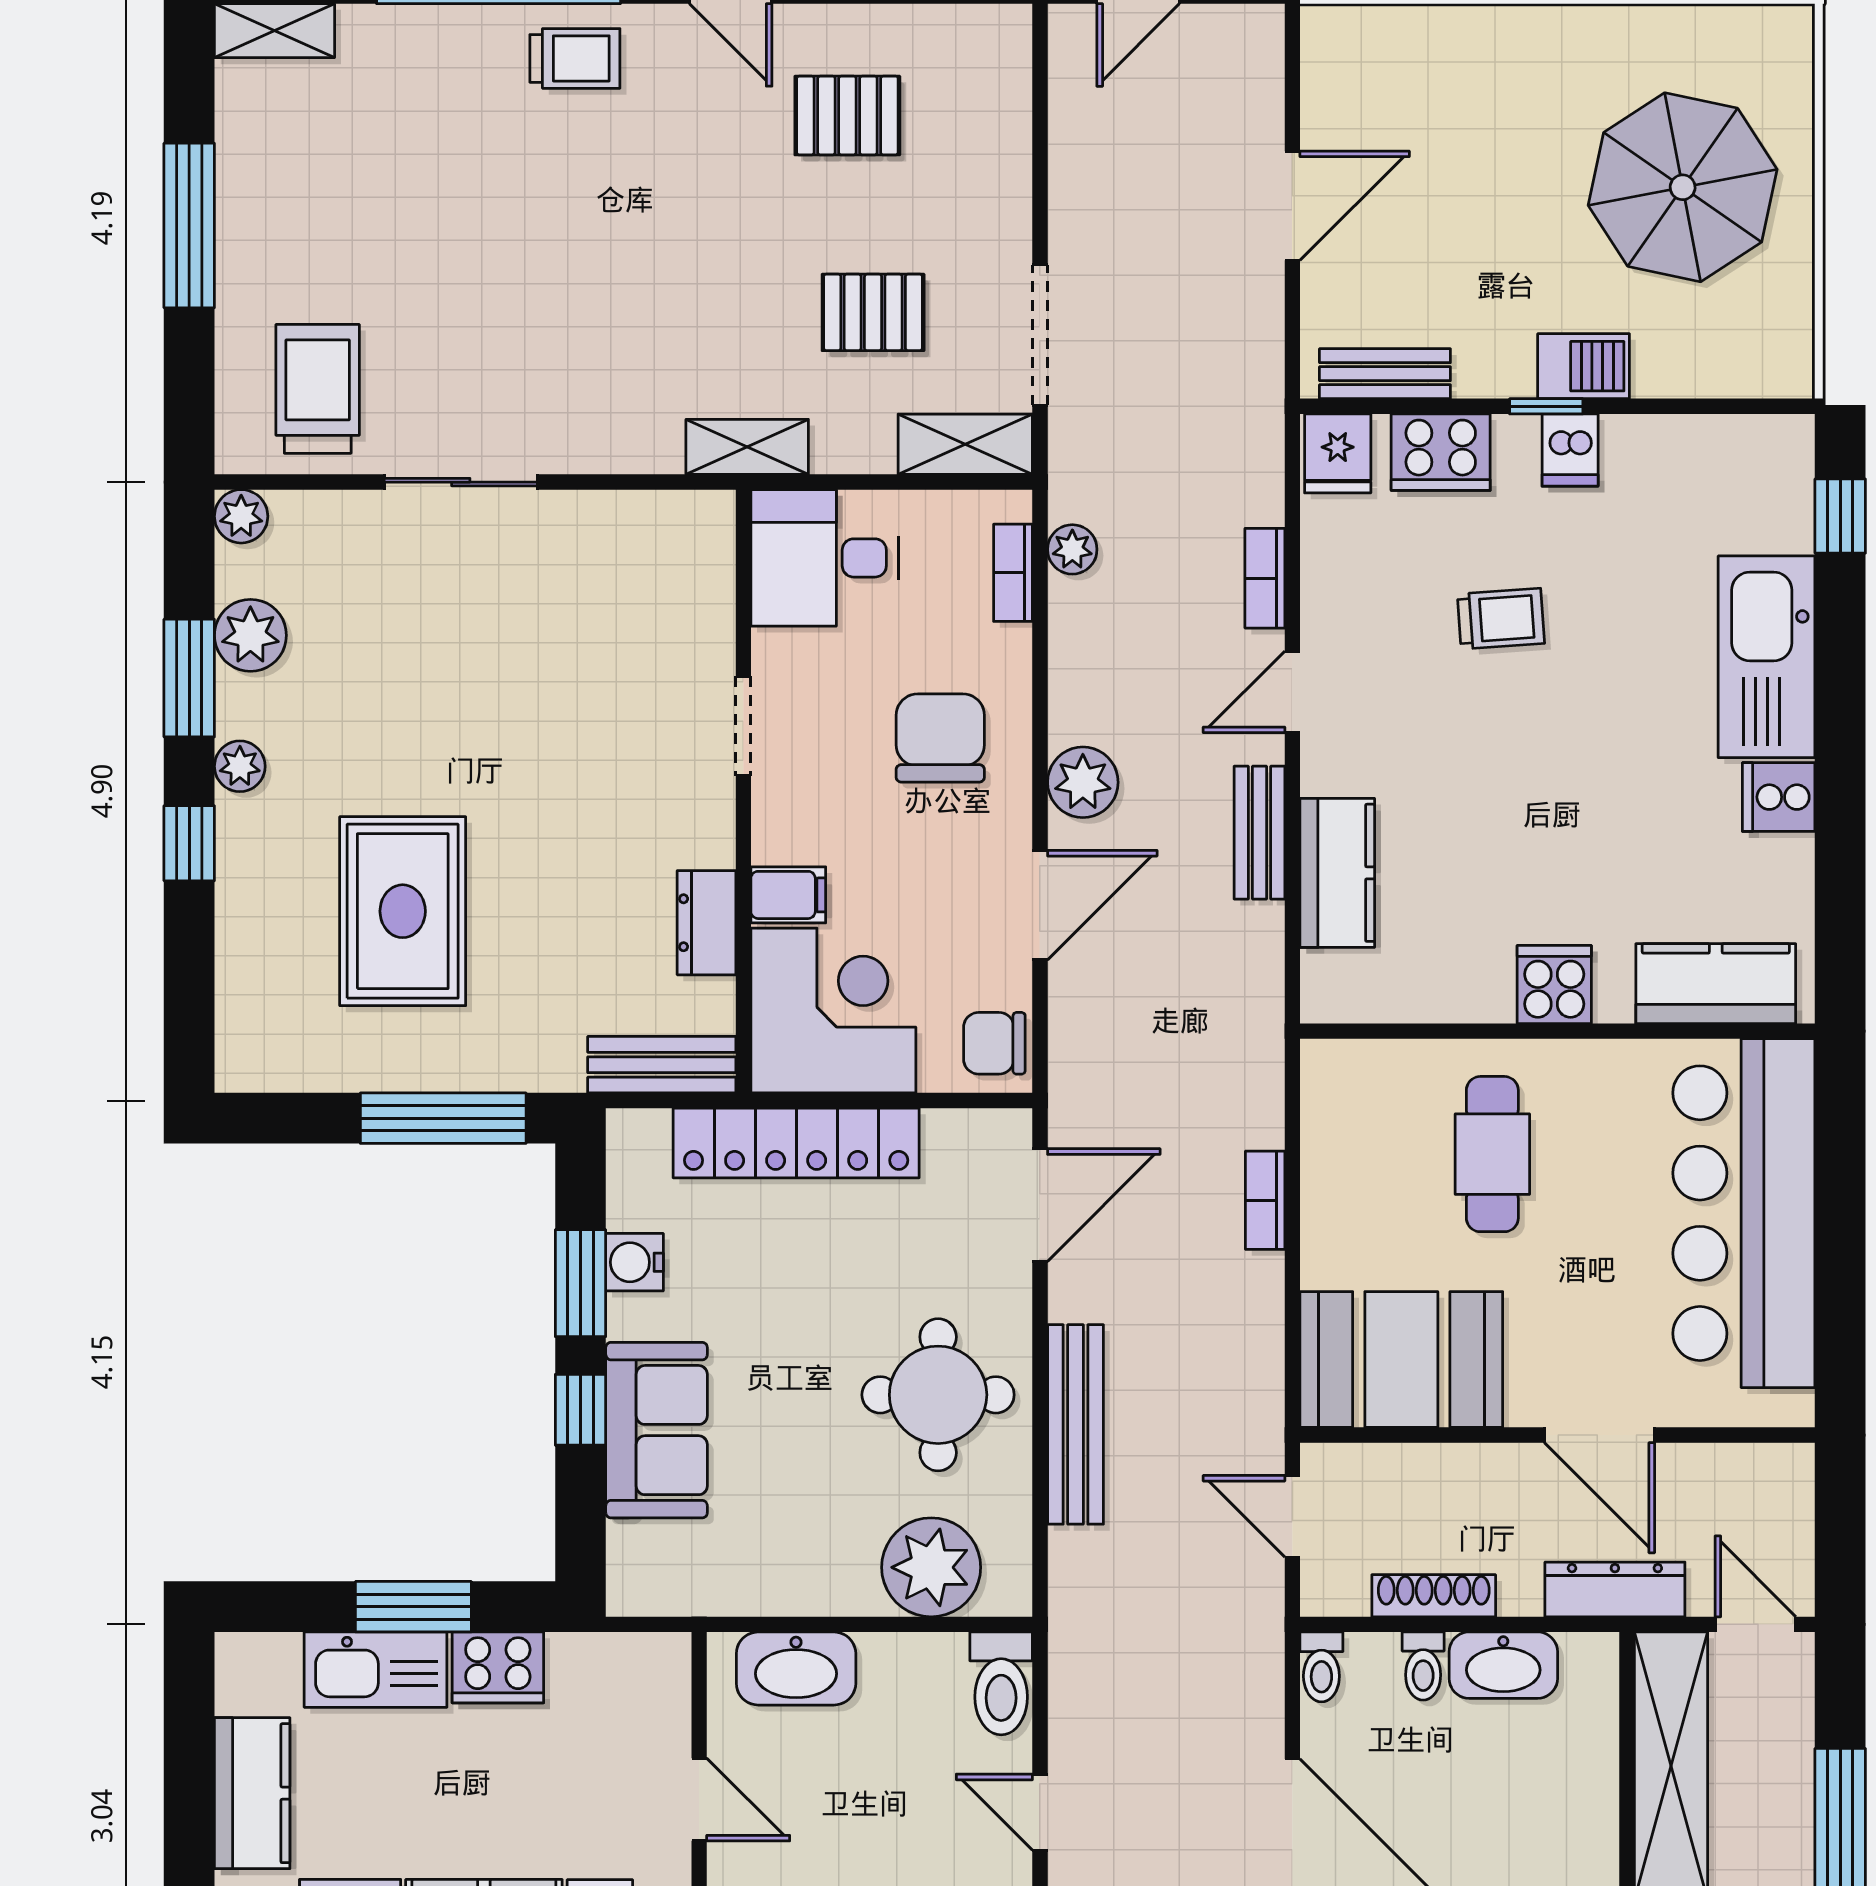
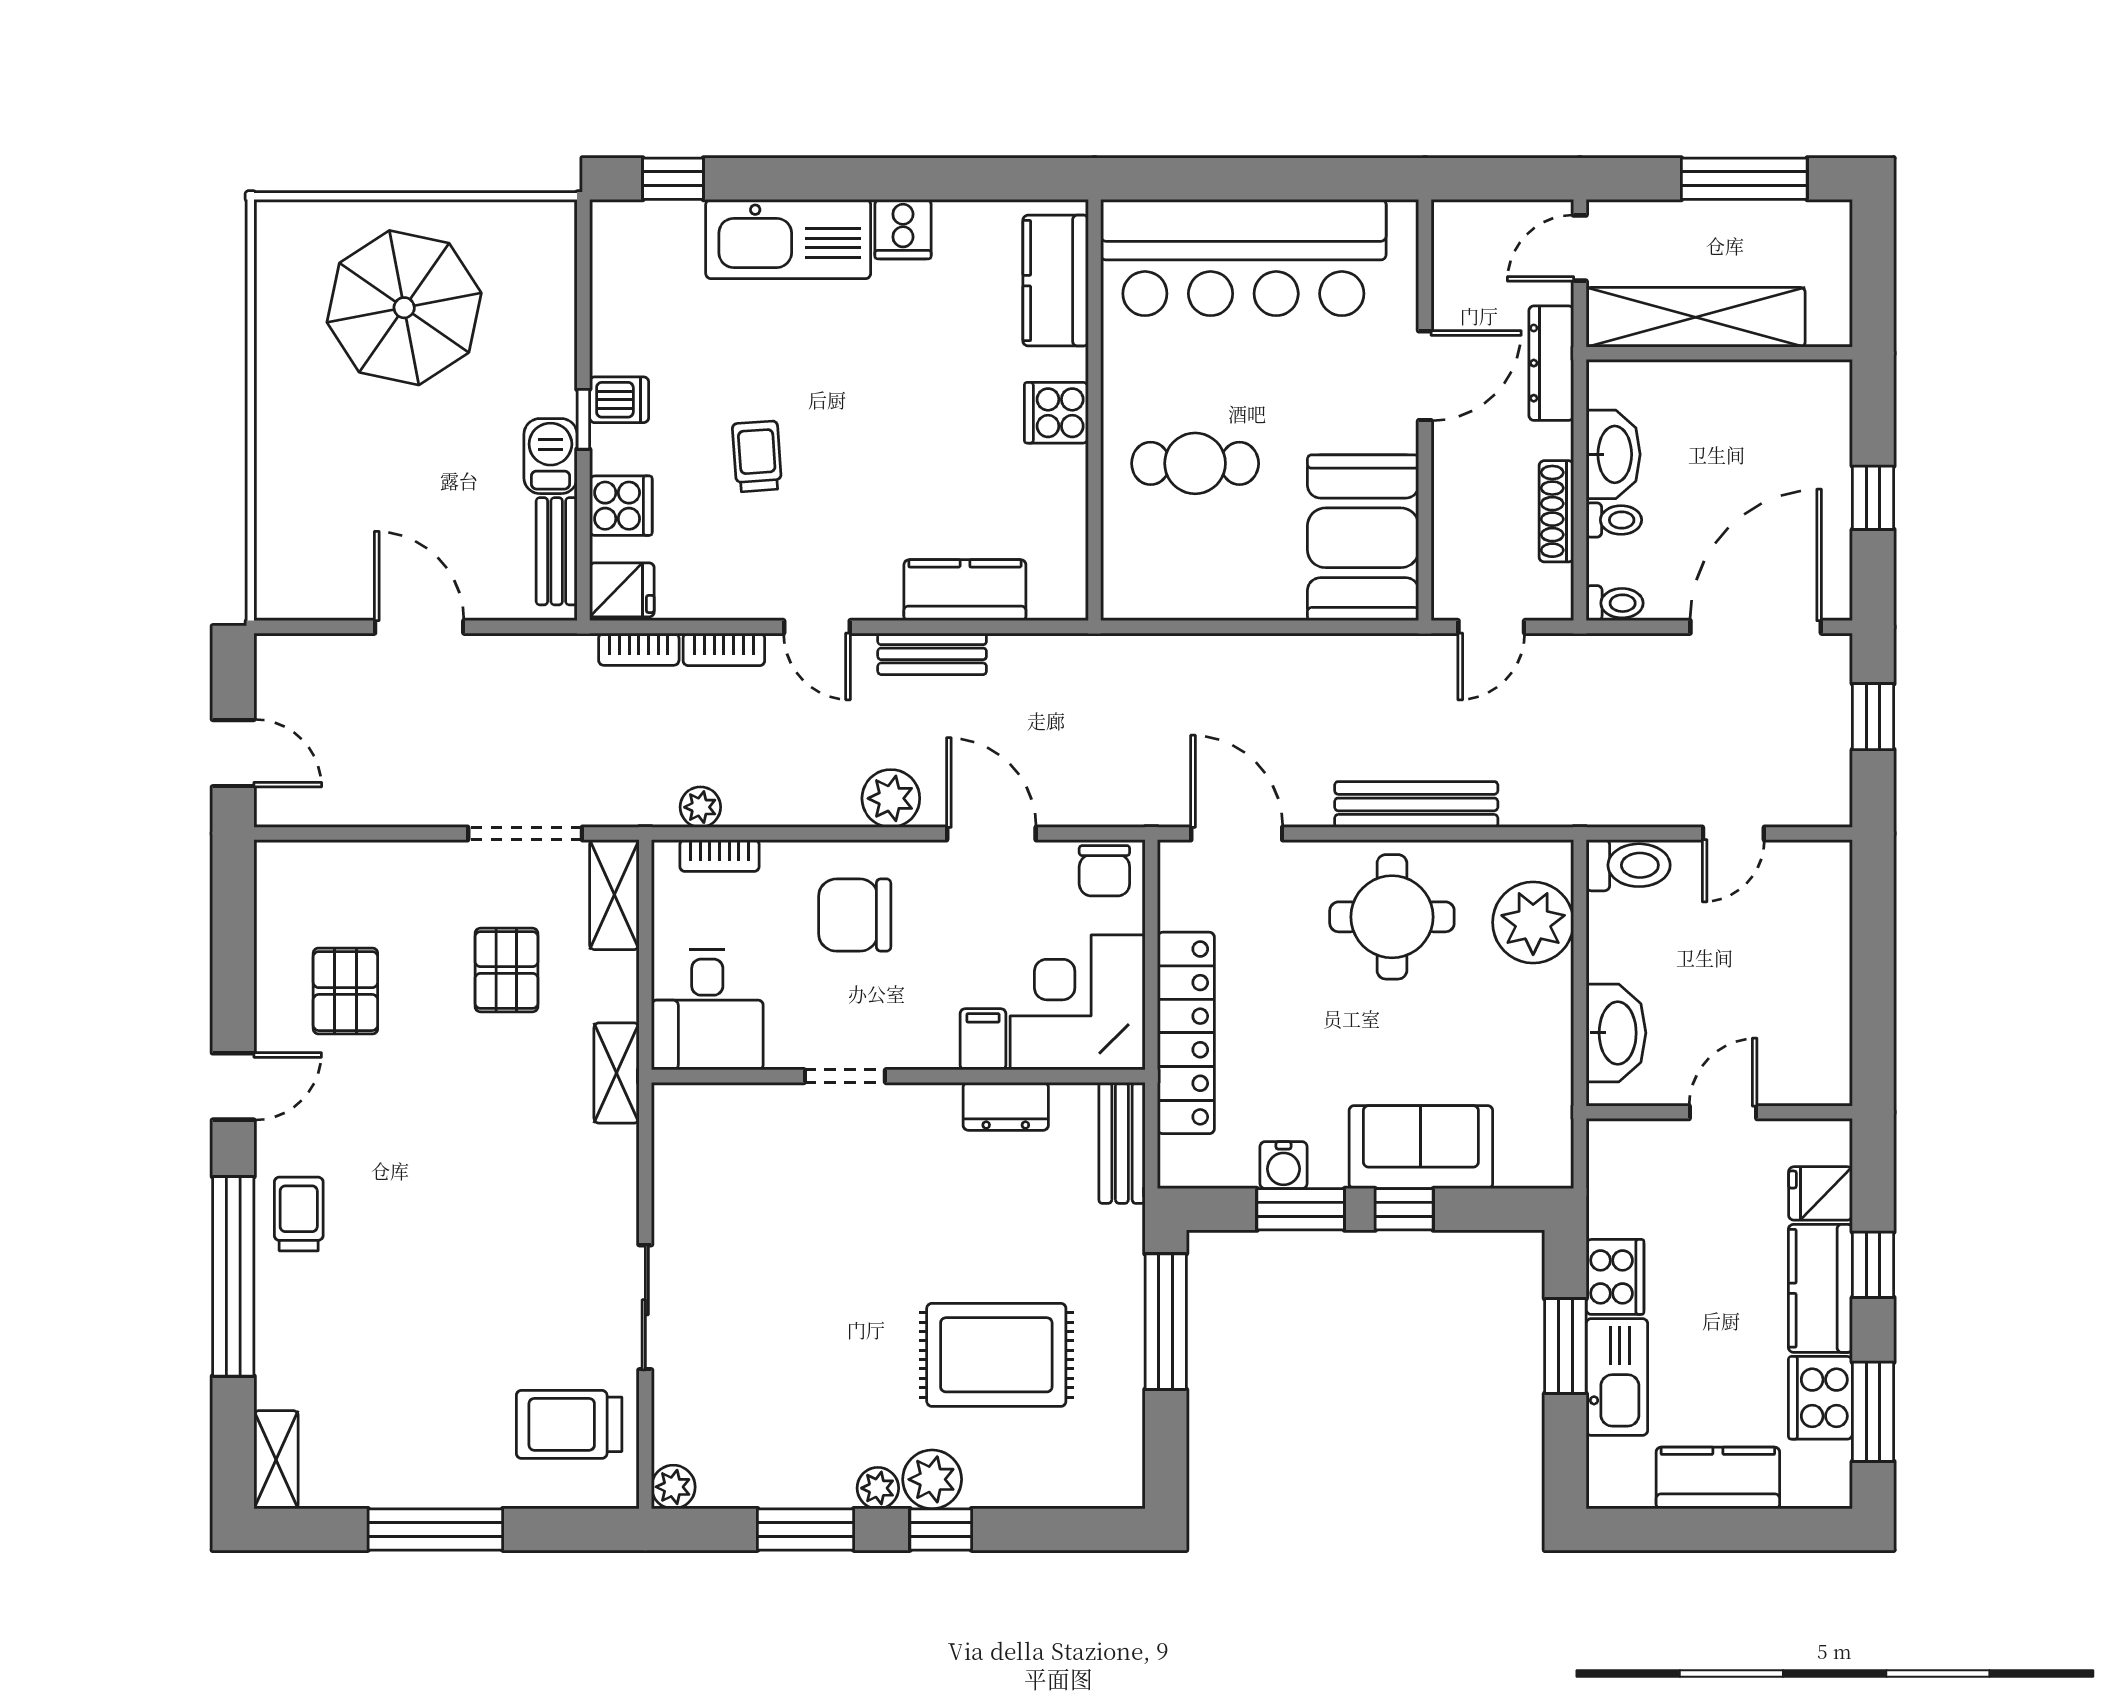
barbecue: (1584, 366) -> (550, 456), moved
cooker: (1441, 452) -> (621, 506), width x0.73
plant: (250, 635) -> (932, 1479), moved
bookcase: (1265, 1200) -> (639, 649), moved

